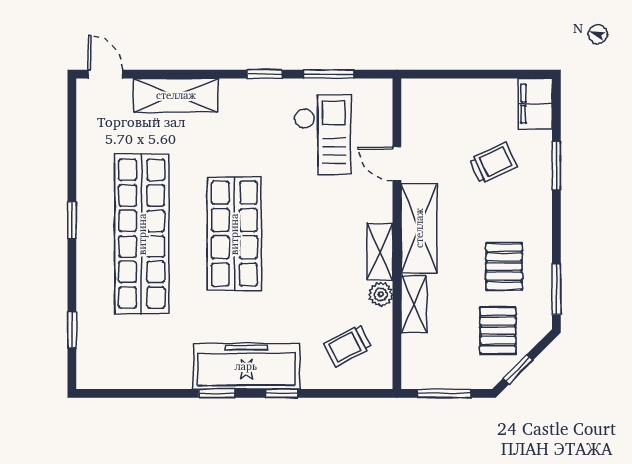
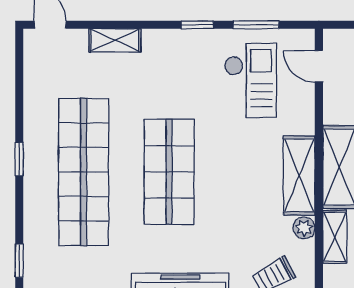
shelving: (176, 95) -> (115, 40), width x0.67, depth x0.75
door: (397, 164) -> (319, 66), moved
shelving: (380, 252) -> (299, 175), width x1.50, depth x1.33

